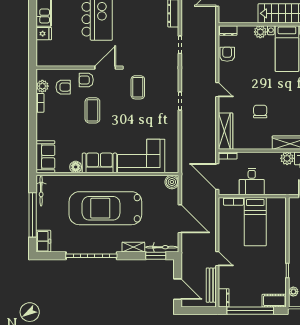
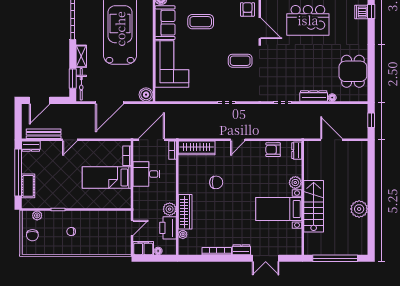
armchair: (227, 54) -> (273, 150), turned 180
coffee table: (92, 110) -> (201, 22), moved
cot: (274, 301) -> (28, 186), moved

